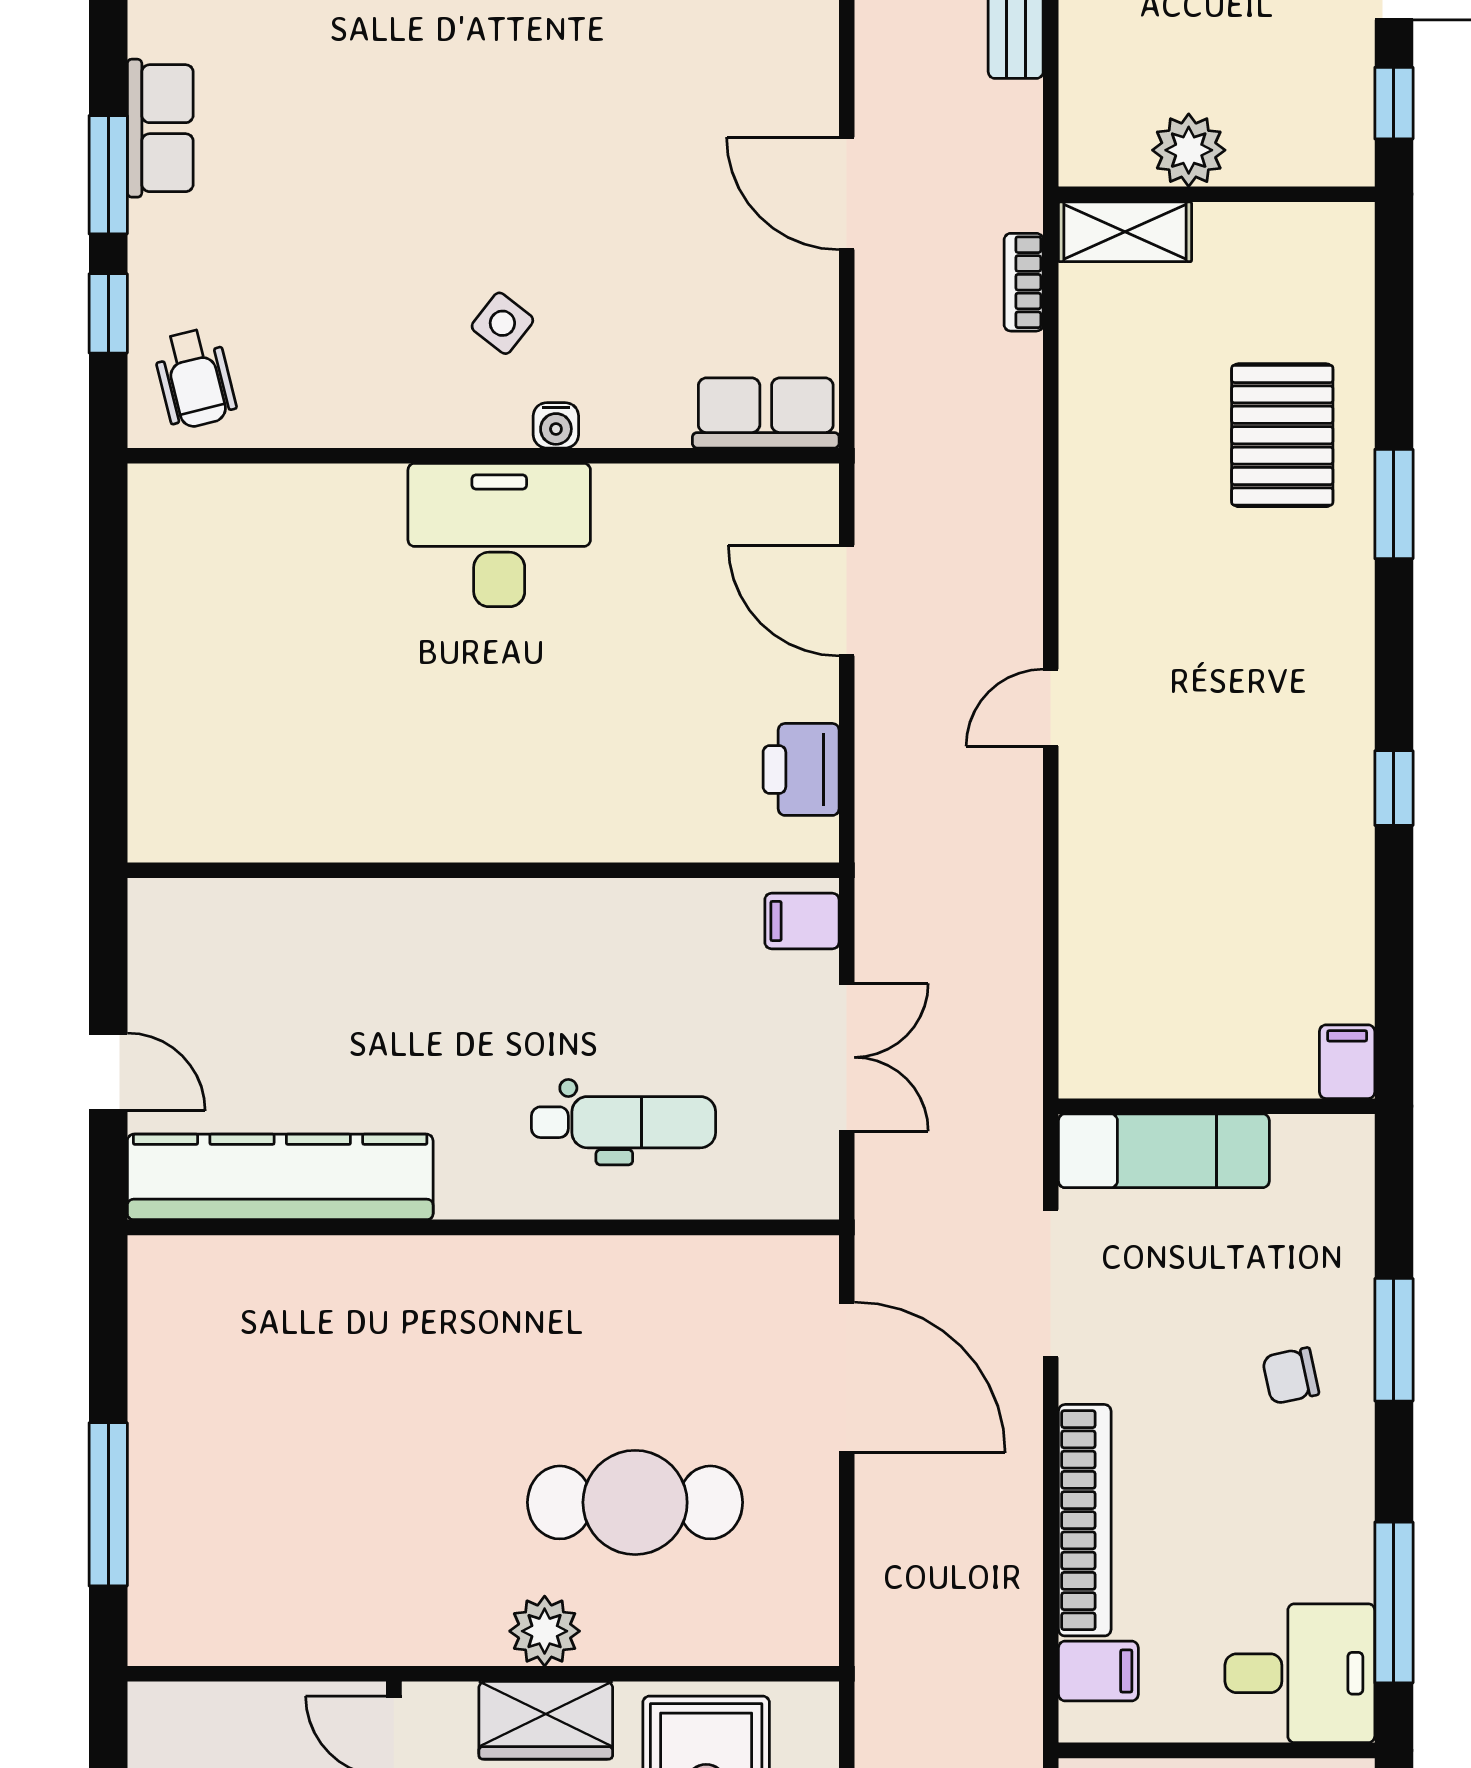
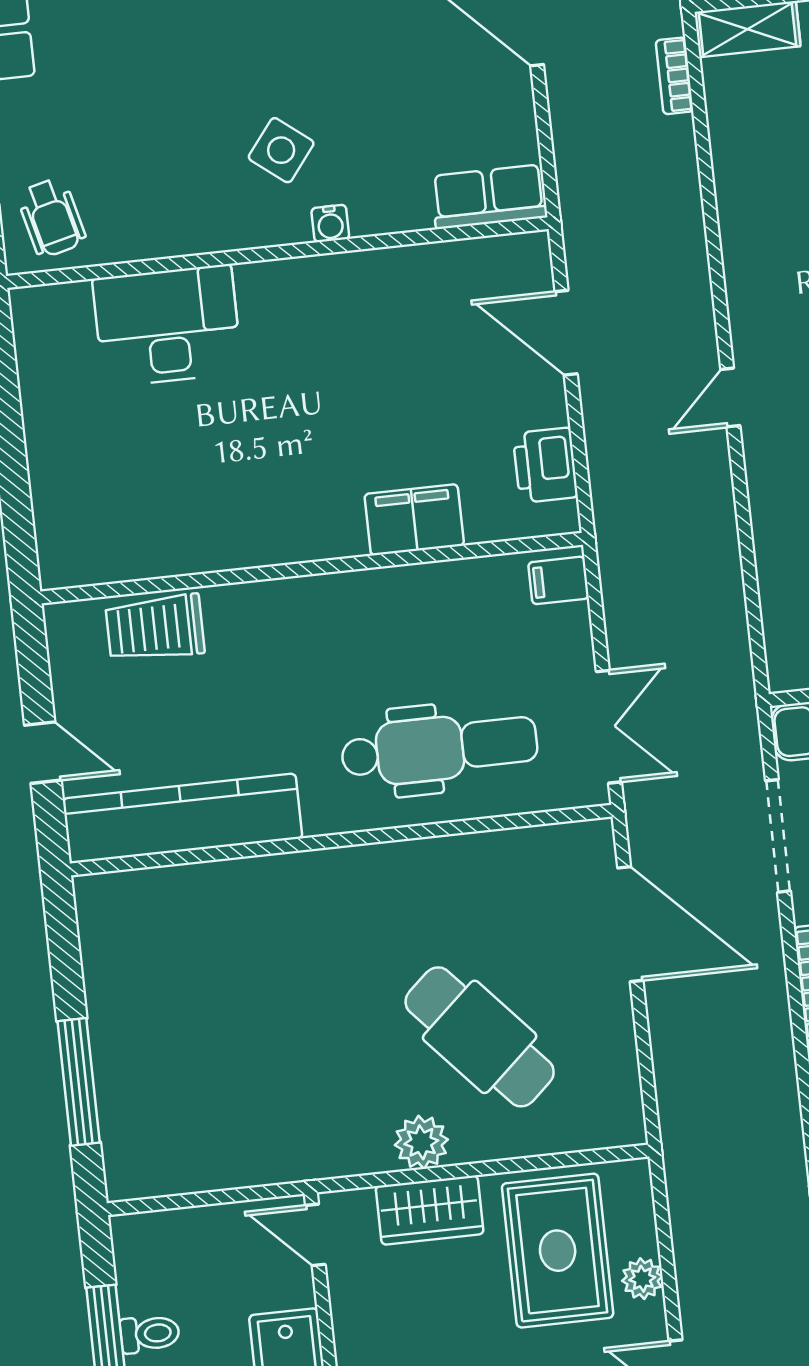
side table: (502, 323) -> (281, 150), width x1.37, depth x1.37
desk: (499, 535) -> (167, 326), moved
filing cabinet: (623, 822) -> (414, 520), added
trolley: (271, 926) -> (155, 628), added
double door: (847, 1057) -> (609, 727), moved
dental chair: (624, 1122) -> (439, 748), width x1.36, depth x1.38
cafe table: (635, 1502) -> (480, 1037), turned 48

